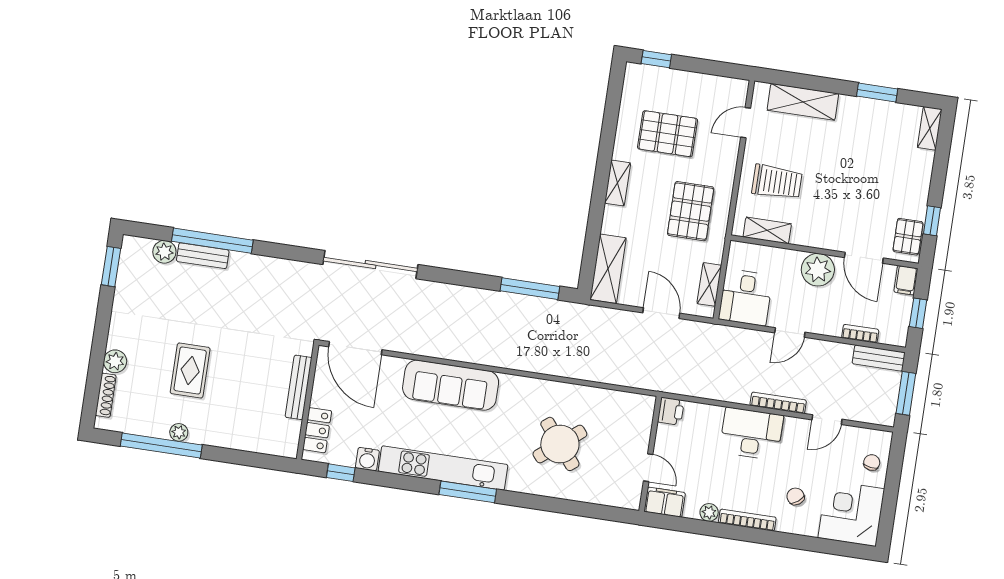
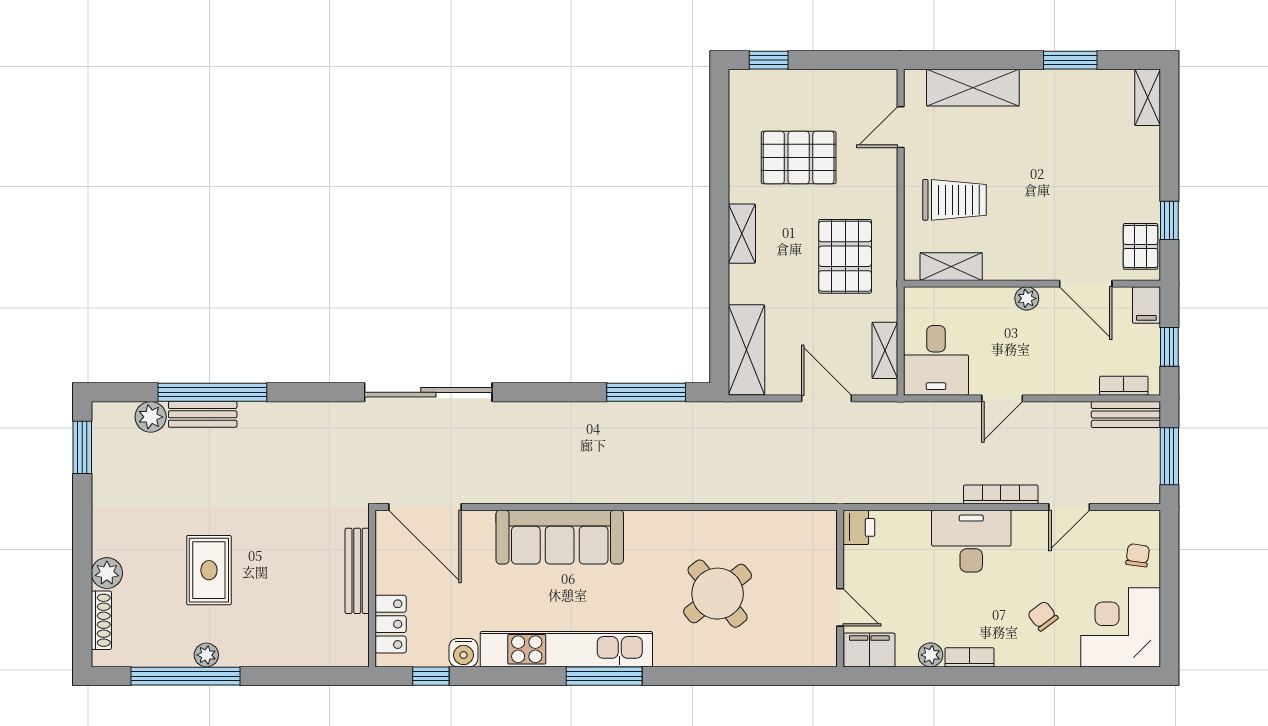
plant: (818, 270) -> (1027, 298), width x0.53, depth x0.53
bookcase: (860, 334) -> (1124, 386), moved
bookcase: (747, 520) -> (969, 657), width x0.64

